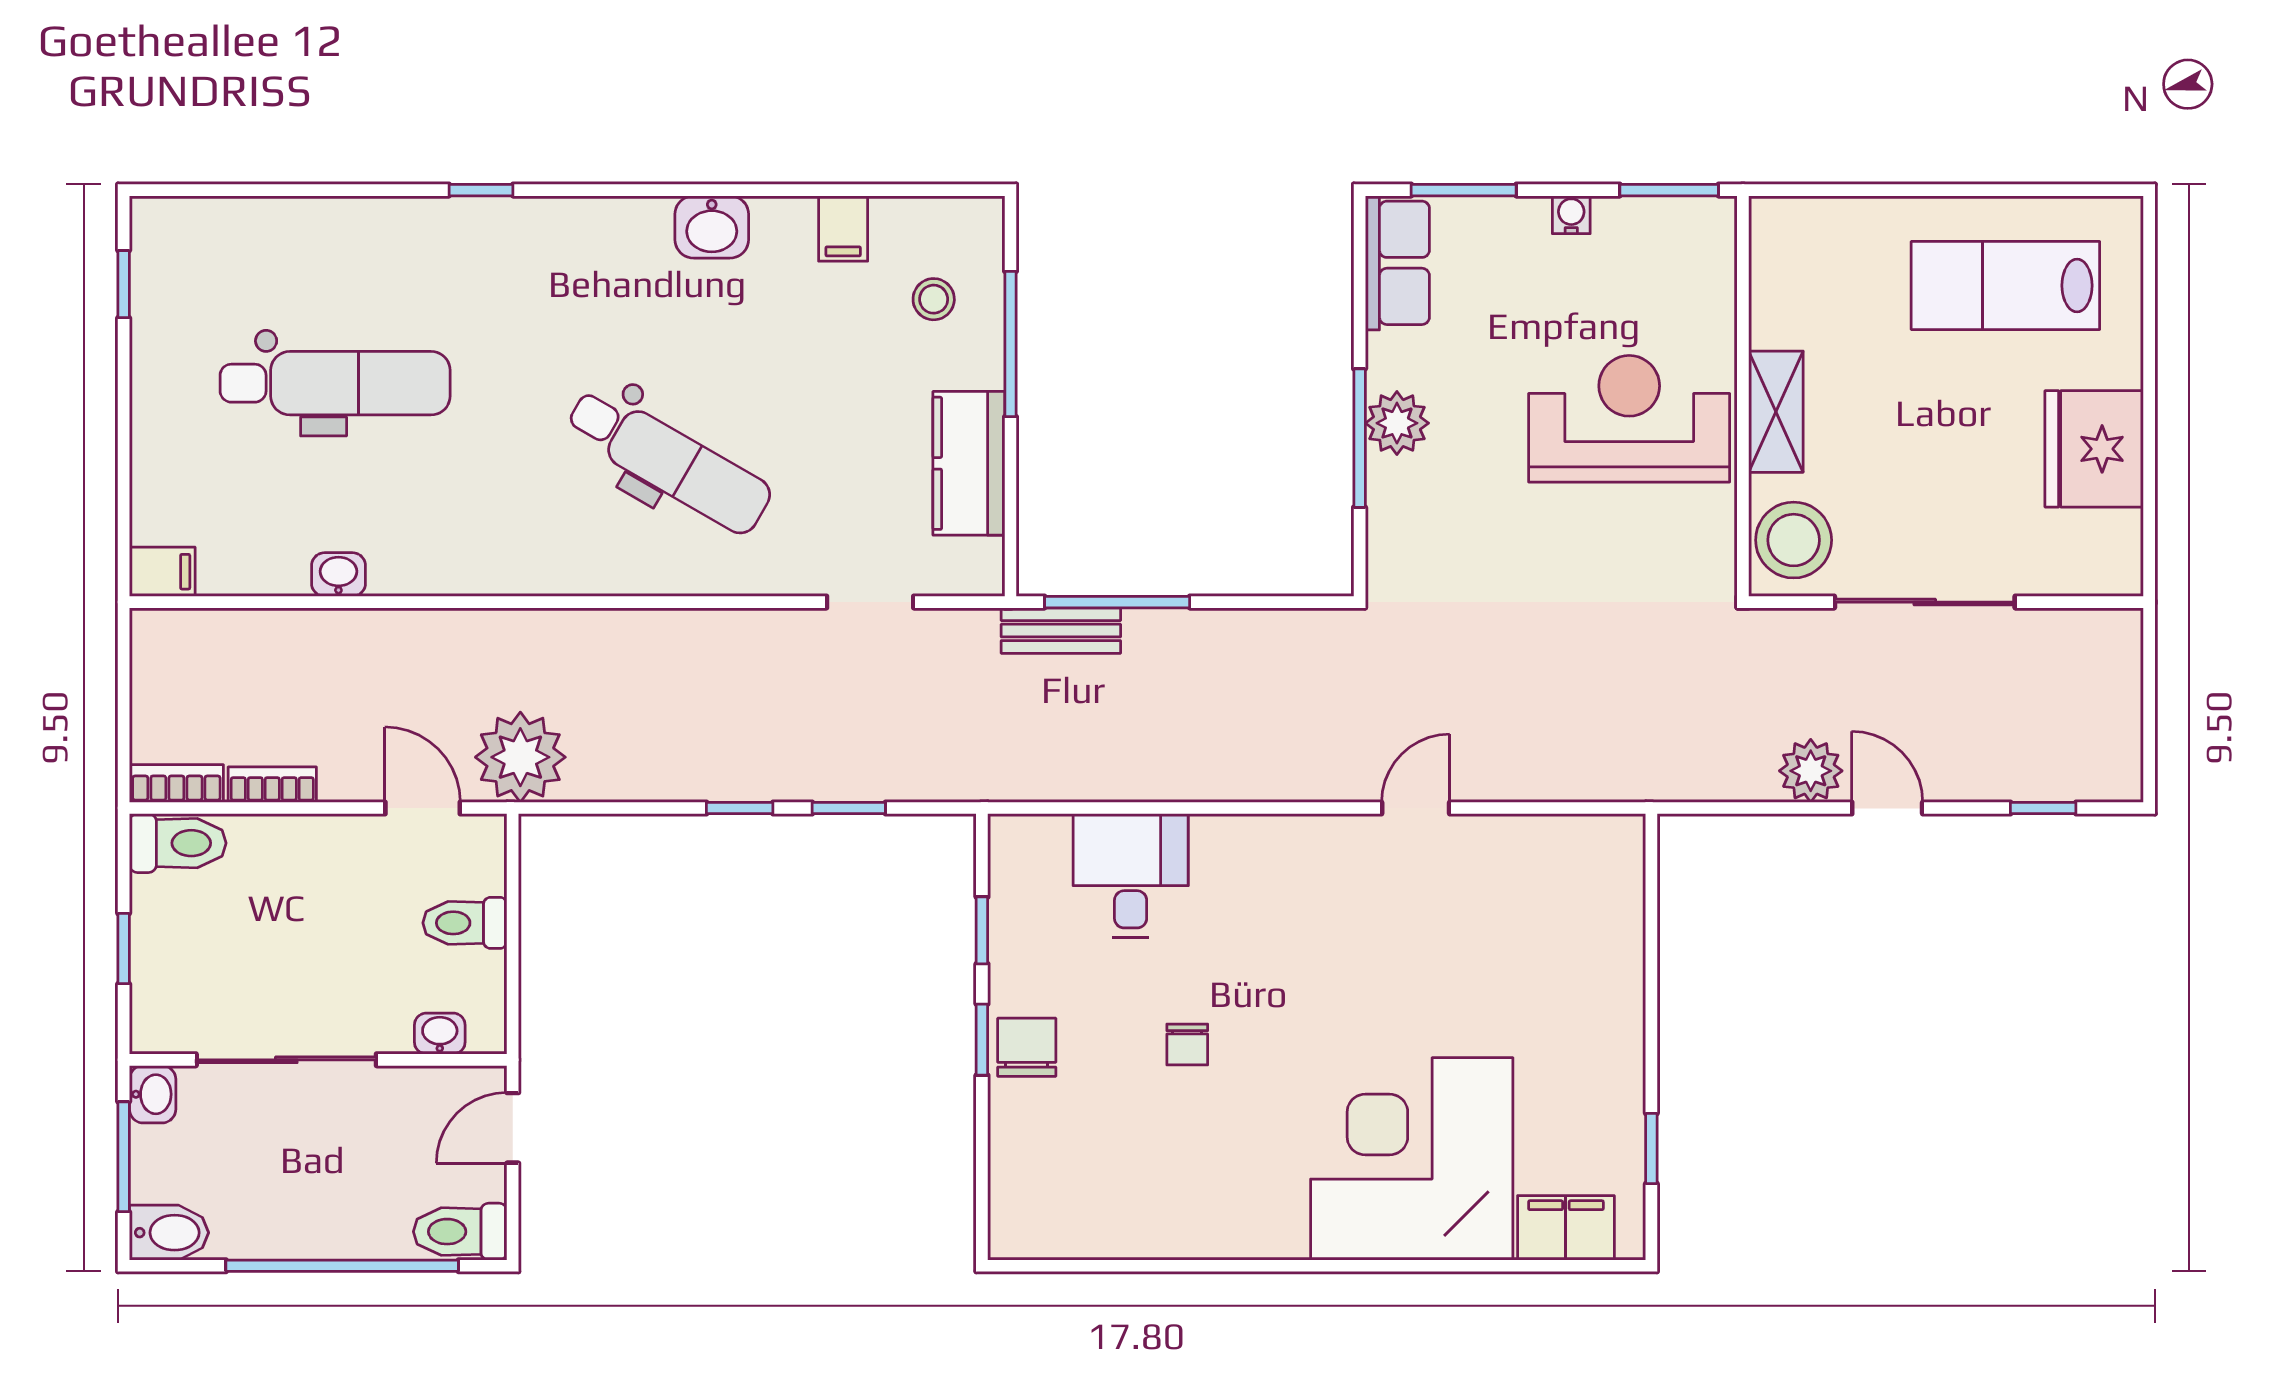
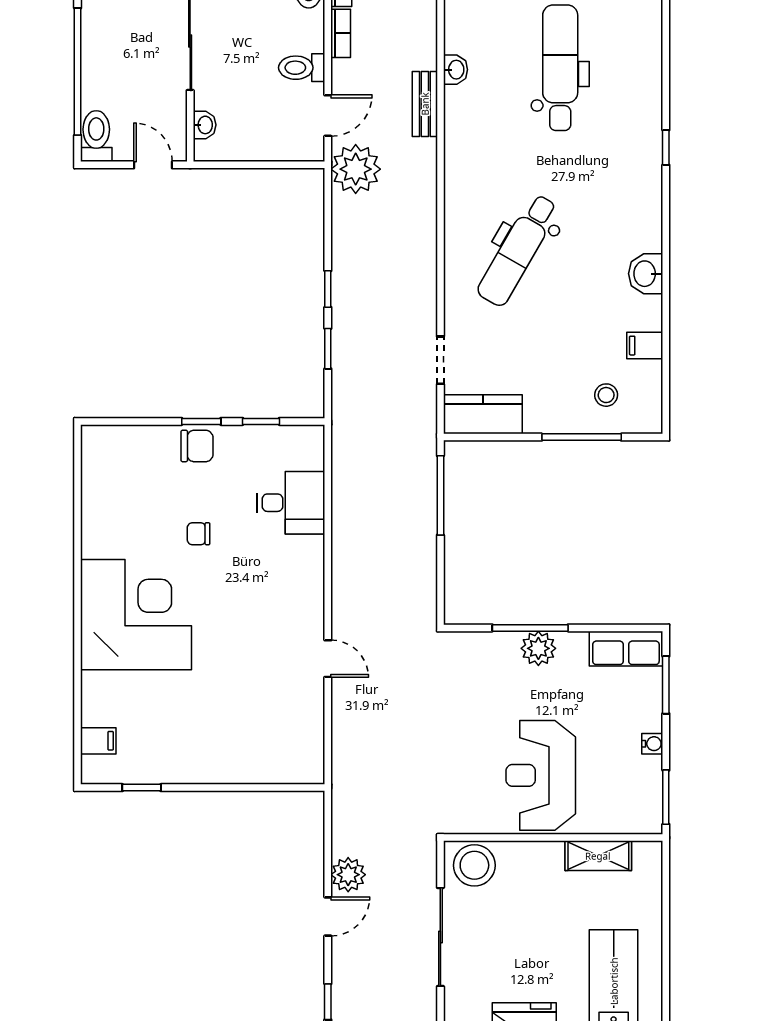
dental chair: (335, 383) -> (560, 68), turned 180
shelving: (1776, 412) -> (598, 856), moved
reception desk: (1629, 419) -> (541, 775), turned 180
kitchen counter: (969, 463) -> (483, 414), moved
bench: (1061, 631) -> (425, 104), moved
toilet: (465, 923) -> (302, 68), moved, turned -90
corner desk: (1412, 1159) -> (136, 615), moved
filing cabinet: (1566, 1228) -> (98, 741), width x0.50

